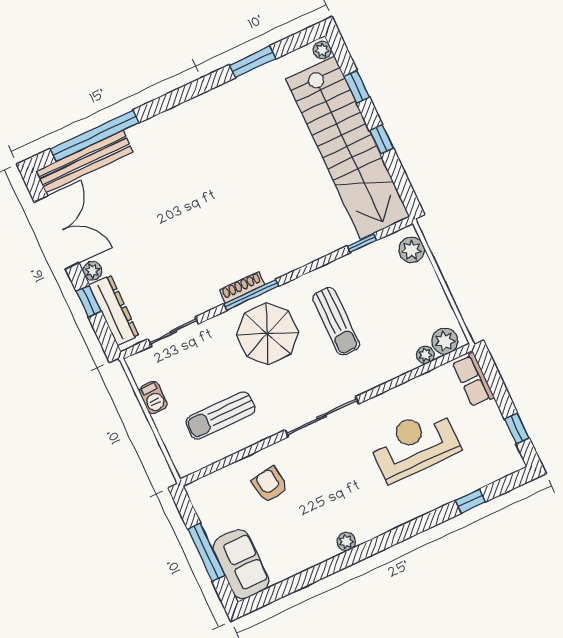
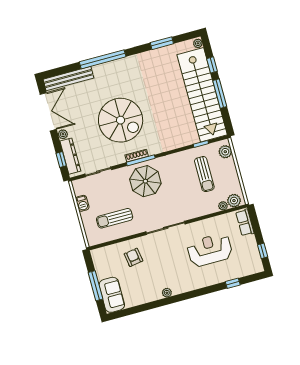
window: (94, 136) -> (103, 59), moved
window: (381, 139) -> (220, 94), width x2.17
spiral stairs: (199, 224) -> (121, 120), added
window: (89, 301) -> (61, 159), moved
sun lounger: (336, 321) -> (204, 174), moved

